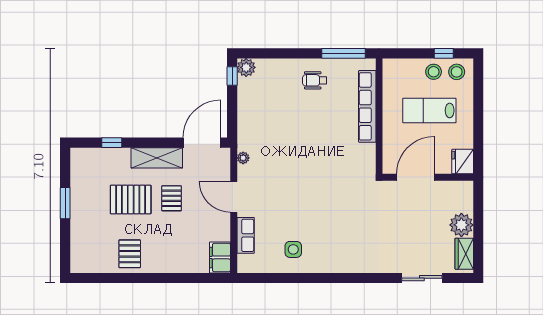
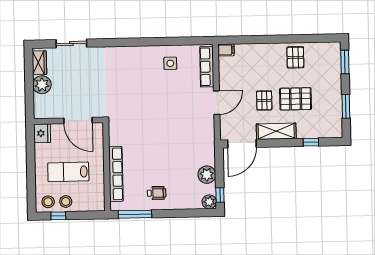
lab bench: (429, 110) -> (68, 172), turned 180
plant: (243, 158) -> (207, 175), moved, width x1.87, depth x1.87
door: (415, 177) -> (78, 120), hinge flipped
door: (234, 197) -> (217, 103), hinge flipped
window: (65, 203) -> (346, 106), moved
row of seats: (246, 235) -> (207, 67), width x1.48
window: (65, 246) -> (345, 62), added
filing cabinet: (220, 257) -> (226, 50), width x0.50

